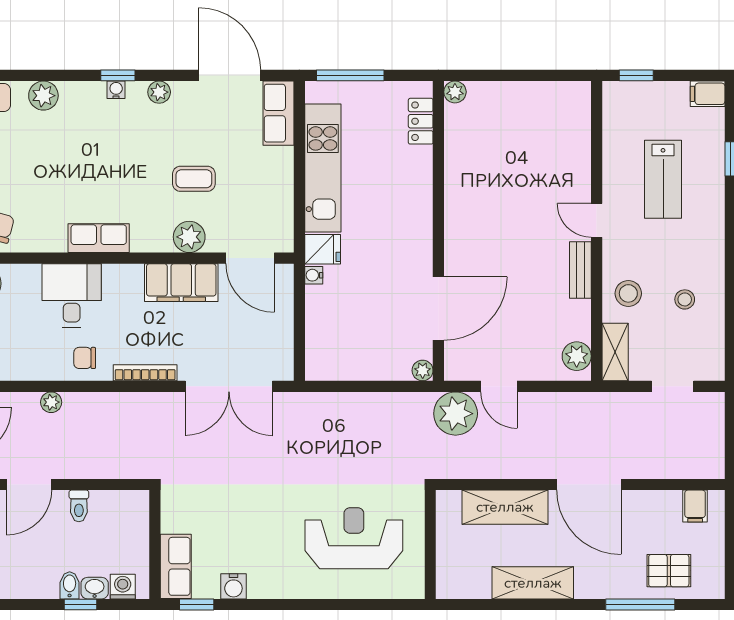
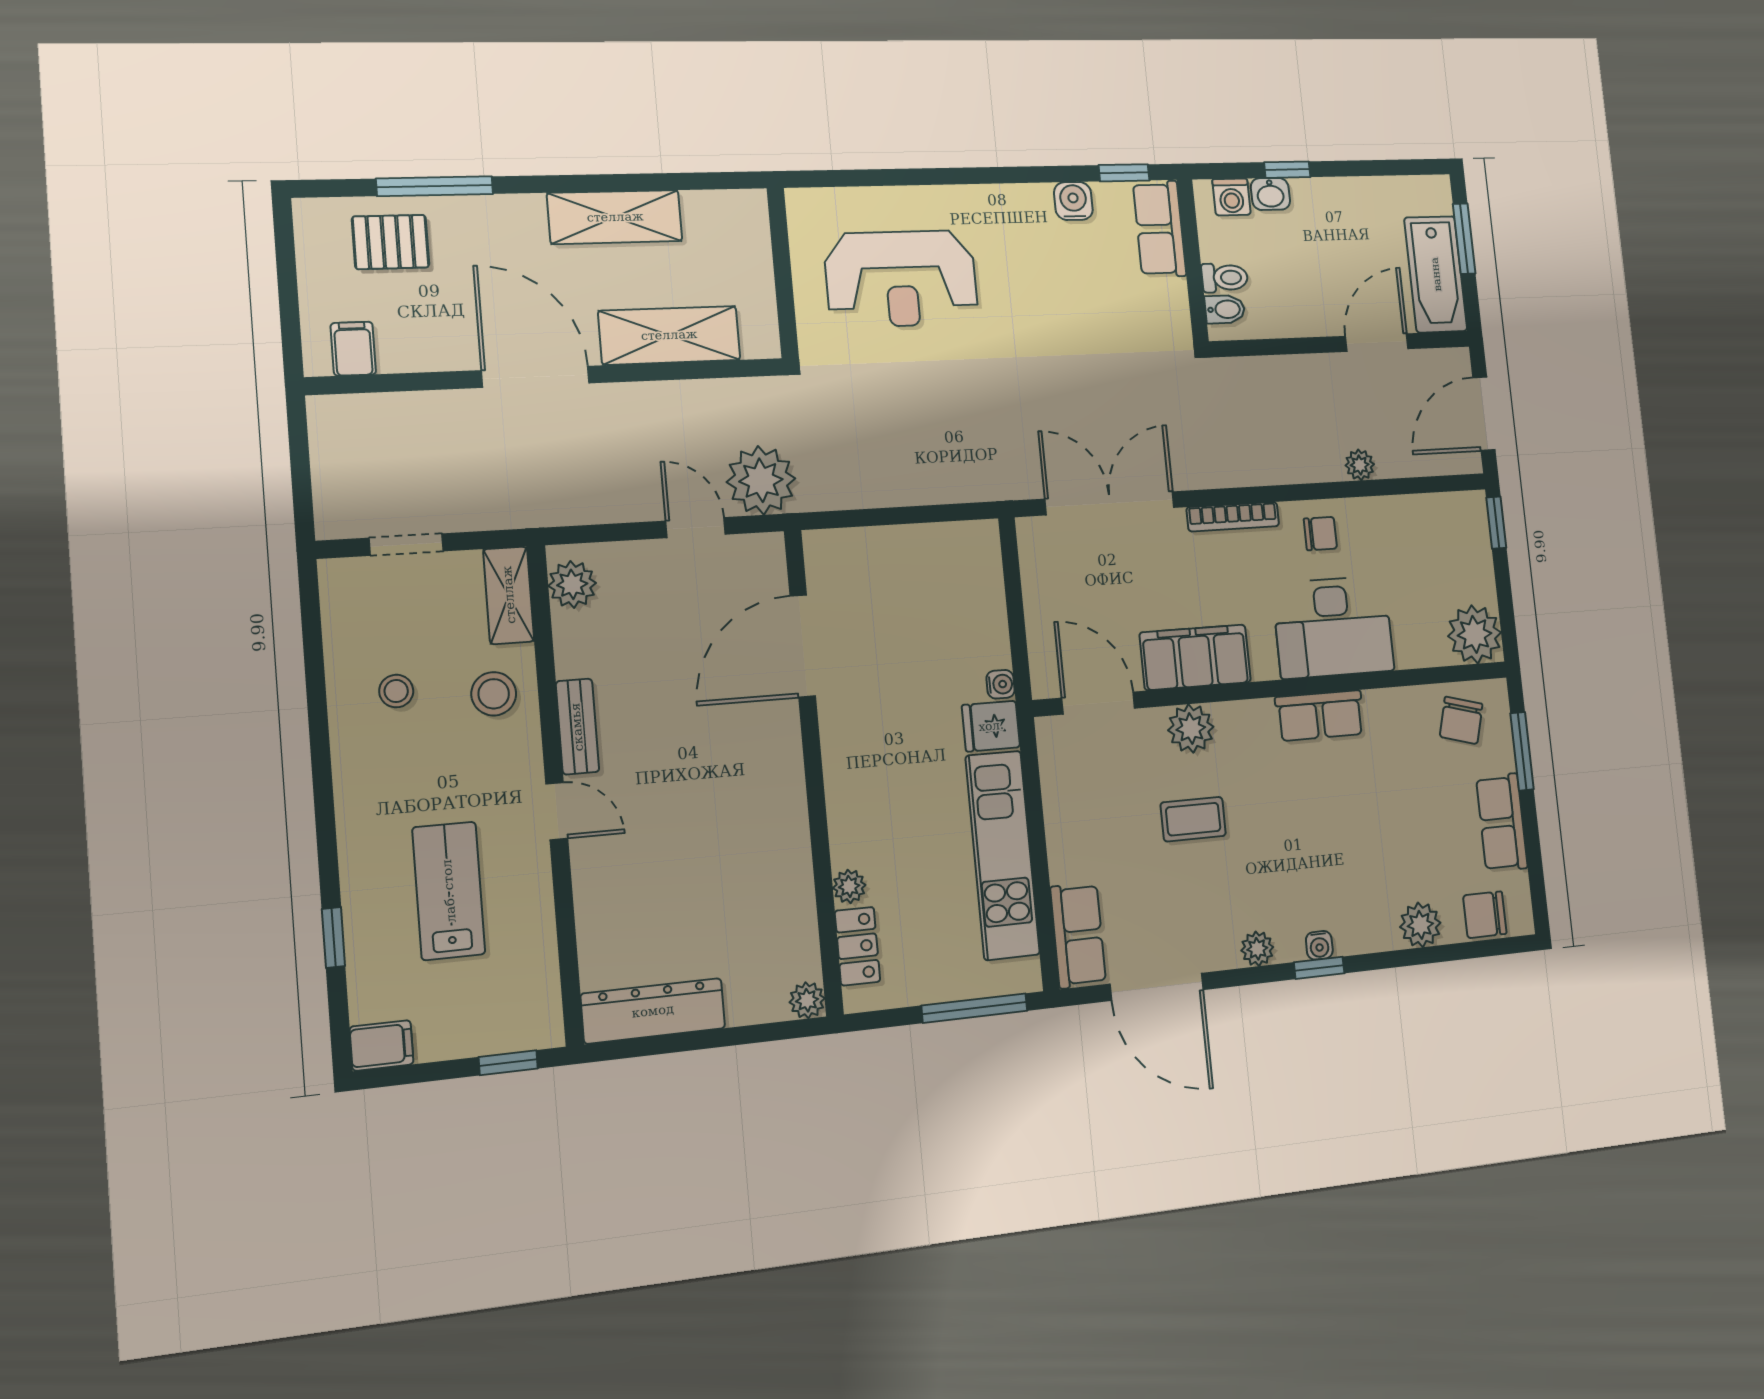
dresser: (549, 96) -> (653, 1011), added
desk: (72, 295) -> (1333, 627), width x1.37
plant: (423, 370) -> (849, 886), moved
toilet: (79, 506) -> (1225, 278), moved, turned 90
bidet: (70, 585) -> (1225, 309), moved, turned -90

